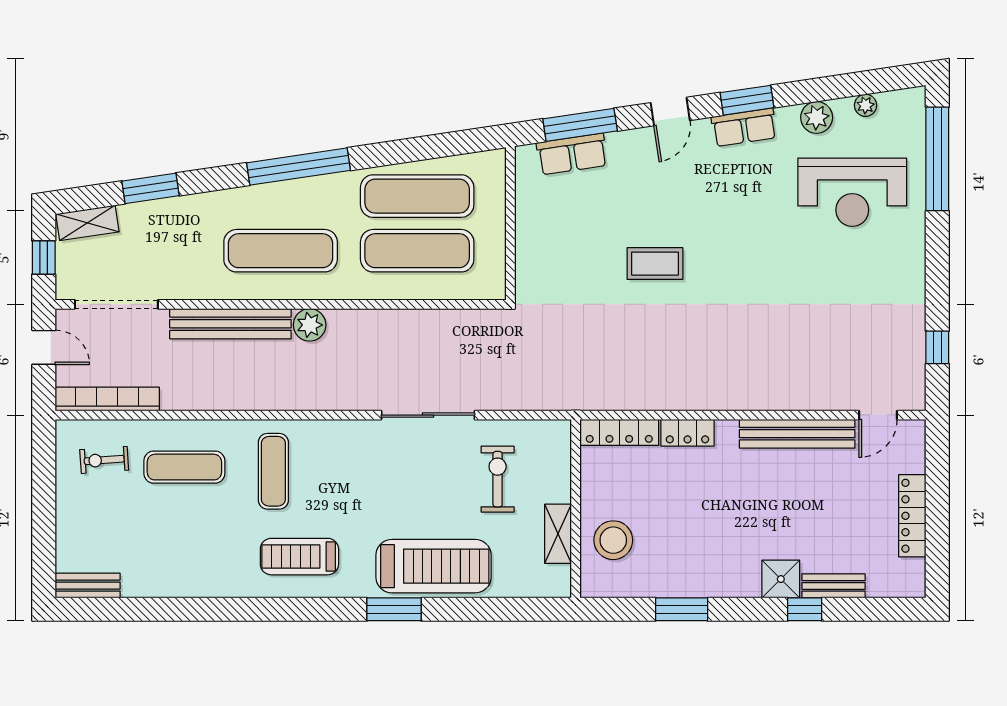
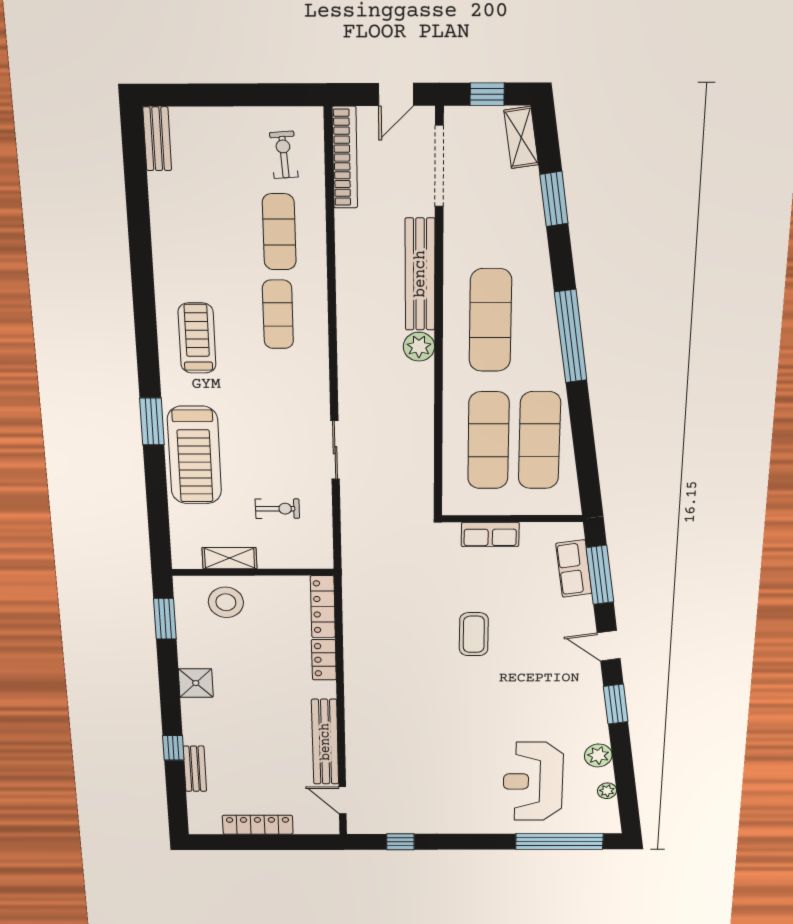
row of seats: (744, 127) -> (490, 534), moved, turned -82
sliding door: (428, 415) -> (335, 450), width x0.73
exercise mat: (273, 471) -> (278, 314), turned 90
exercise bike: (498, 479) -> (277, 509), width x0.73, depth x0.72
shower: (781, 579) -> (196, 683), moved
window: (682, 609) -> (165, 619), moved

